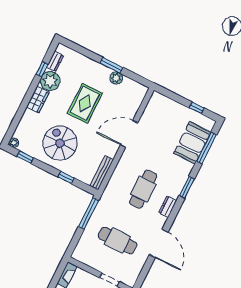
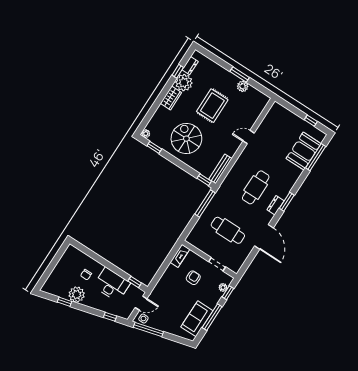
door: (129, 134) -> (249, 137), width x0.53
window: (66, 177) -> (204, 180), moved
window: (187, 187) -> (287, 202), moved

